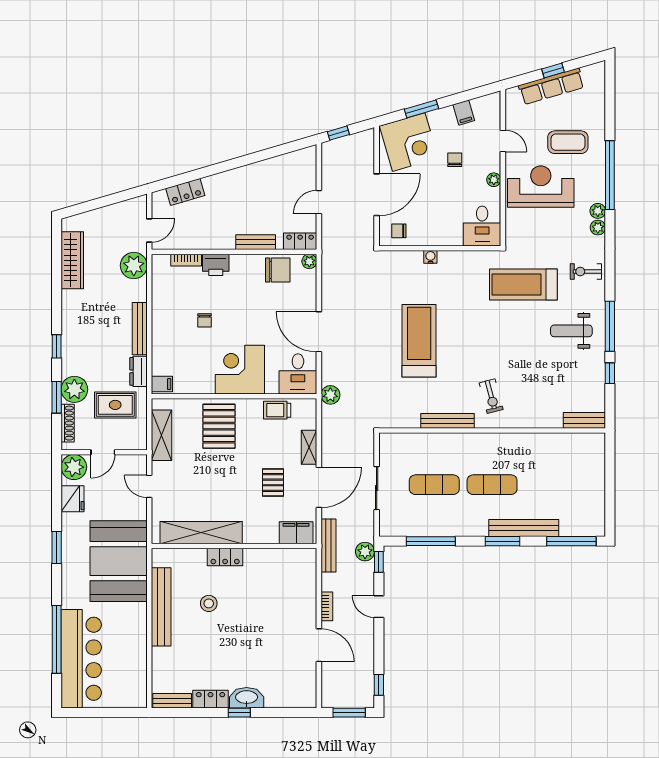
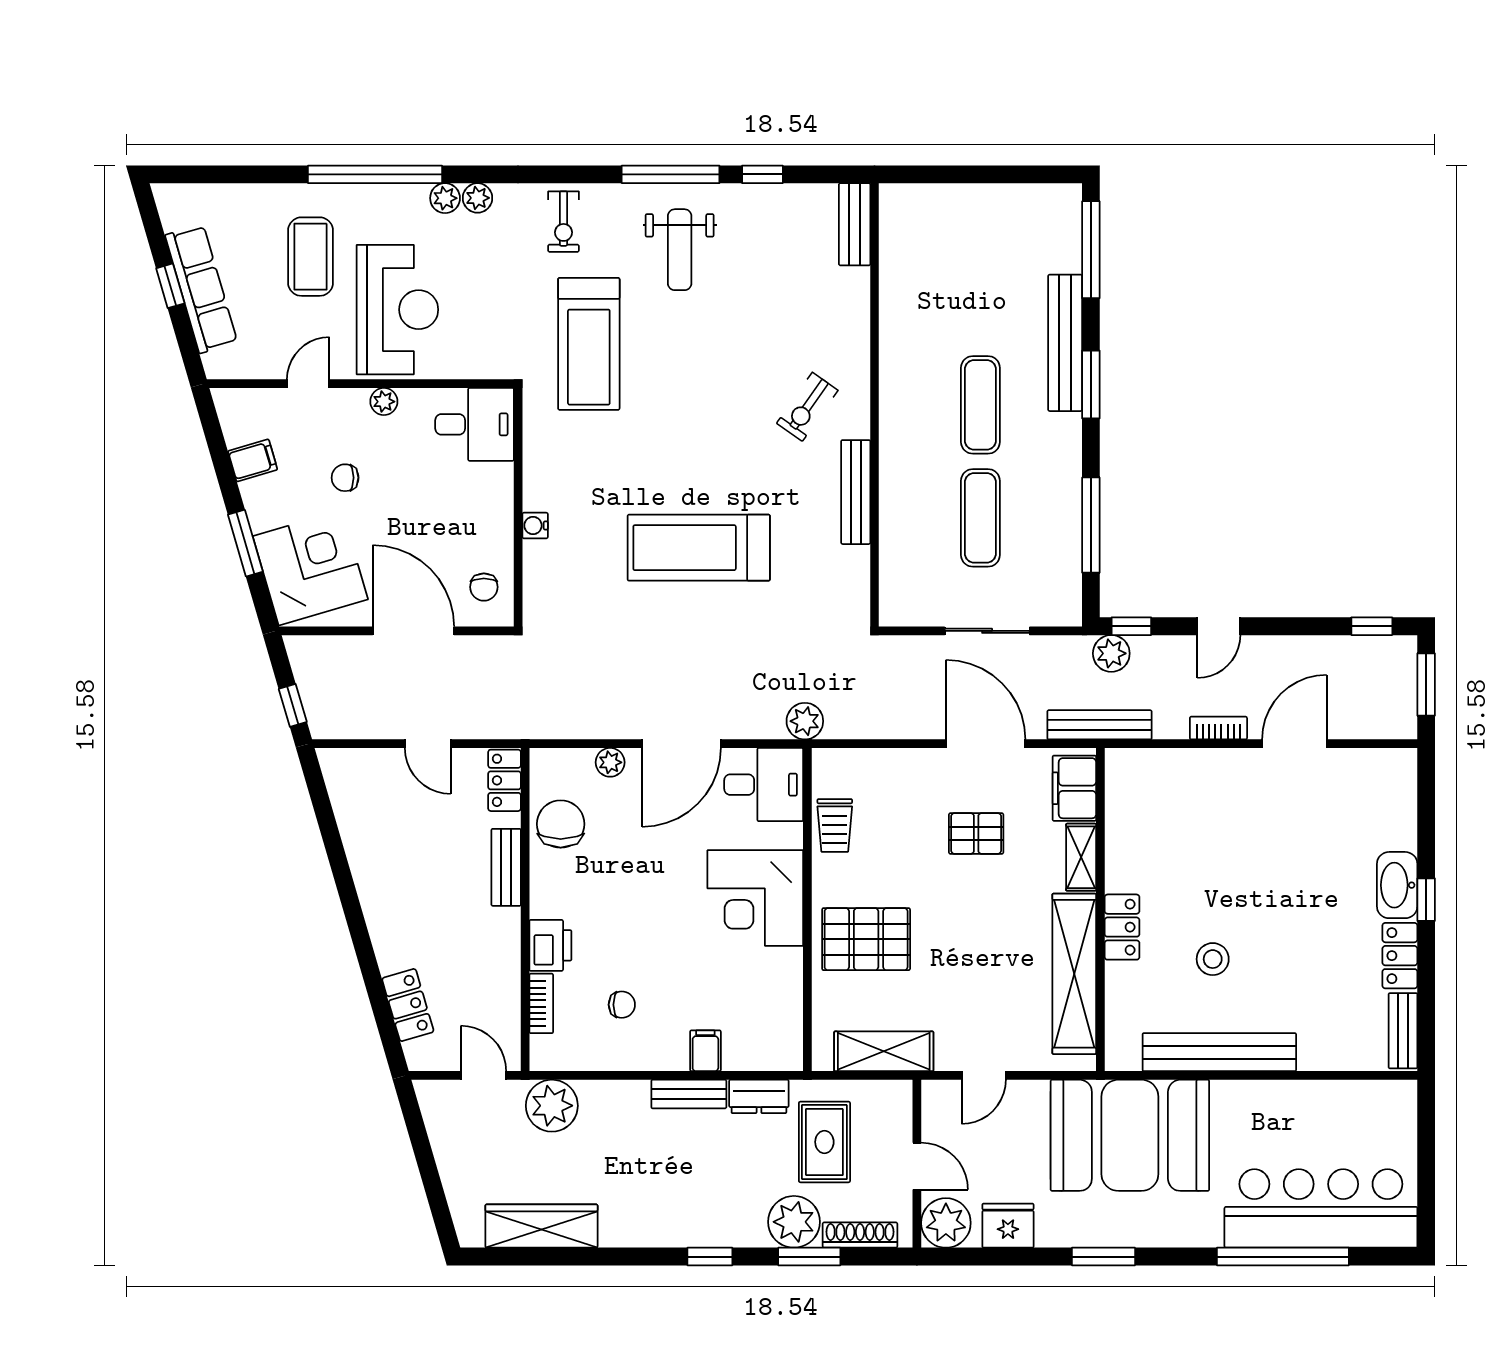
reception desk: (541, 187) -> (397, 310), turned 180
plant: (309, 261) -> (610, 762), moved
chair: (205, 320) -> (622, 1005), moved
bench: (140, 329) -> (689, 1094), width x0.73
filing cabinet: (162, 384) -> (705, 1051), moved
exercise bike: (491, 396) -> (807, 407), turned 140
shelving: (309, 447) -> (1081, 857), moved, turned 90

